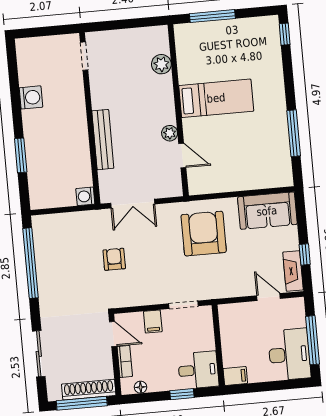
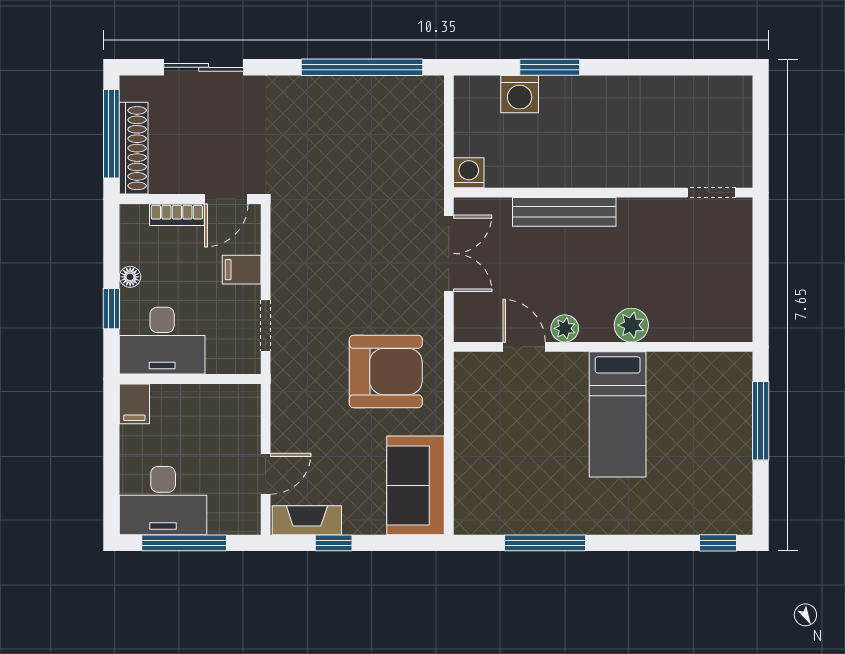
plant: (161, 64) -> (631, 325), moved
washing machine: (31, 97) -> (520, 94), moved
door: (182, 156) -> (524, 347), swing flipped
double door: (133, 204) -> (449, 253), swing flipped
armchair: (114, 259) -> (355, 213), removed
desk: (198, 370) -> (162, 341), width x1.37
floor lamp: (141, 387) -> (130, 277), moved

